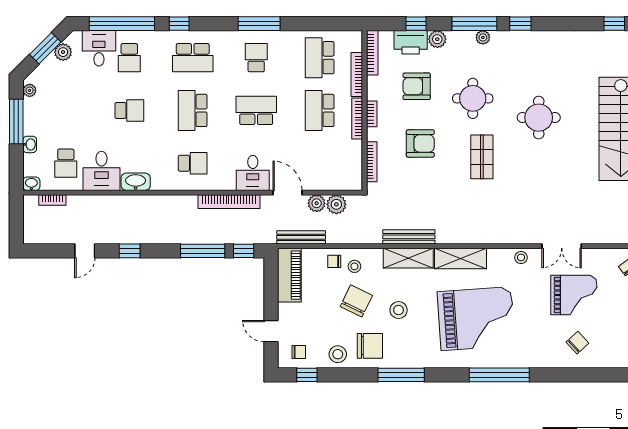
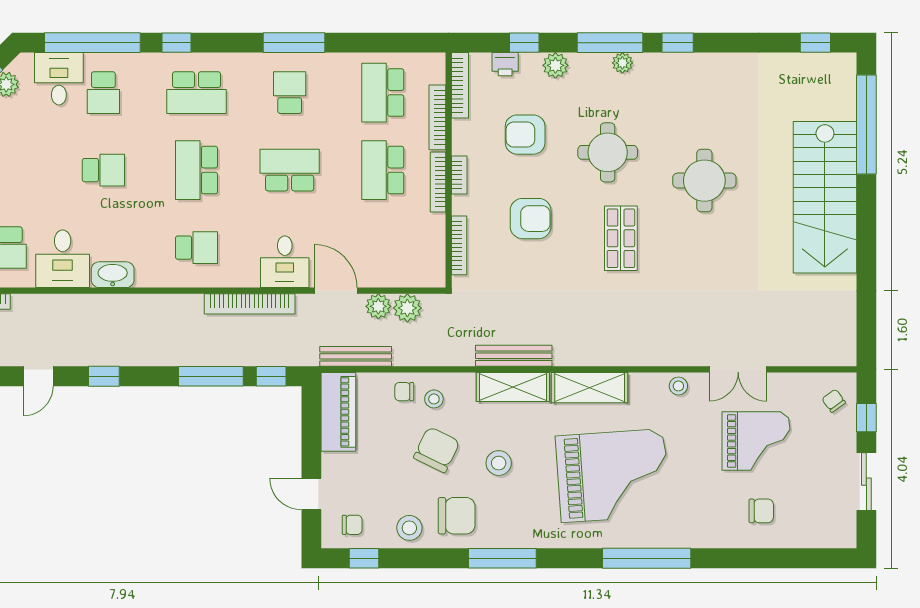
printer: (411, 42) -> (505, 64), width x0.53, depth x0.68
chair: (577, 343) -> (761, 511), turned 43

